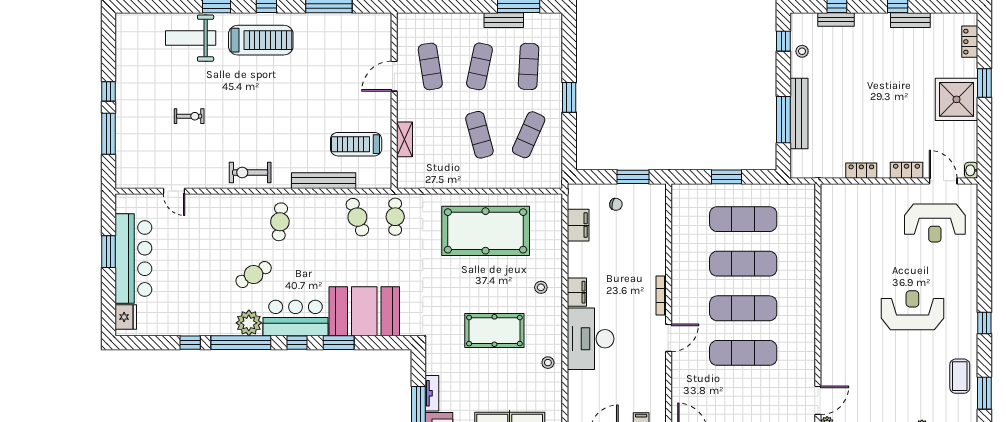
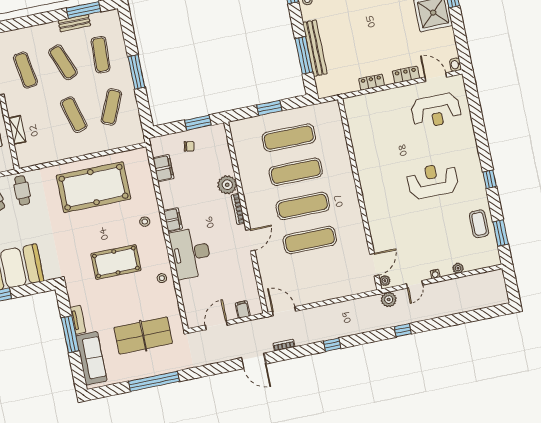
exercise mat: (479, 66) -> (63, 62), turned -33
window: (569, 97) -> (136, 72), width x1.44
plant: (654, 262) -> (227, 185), added

